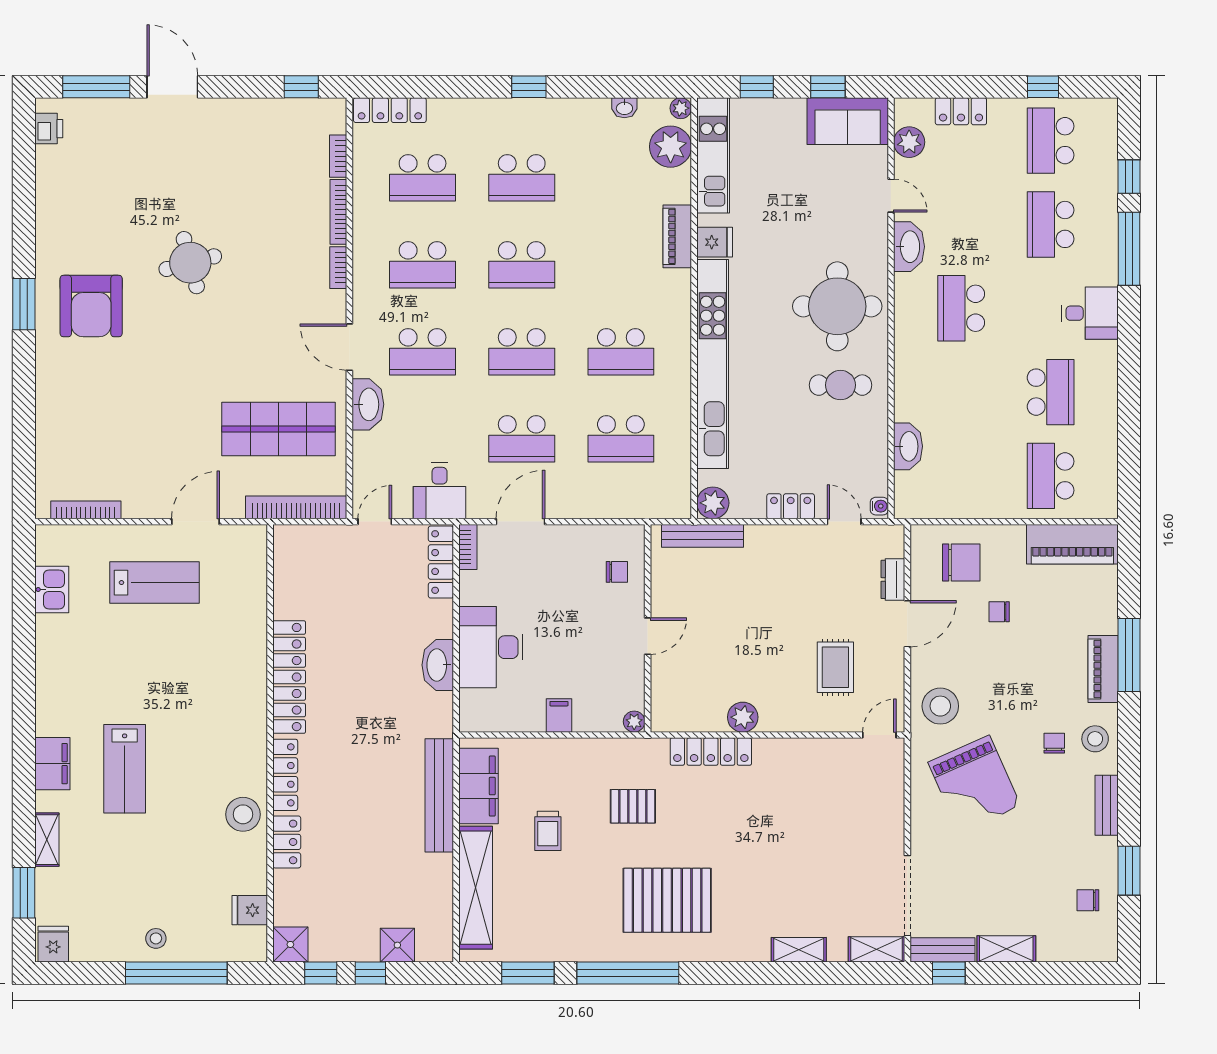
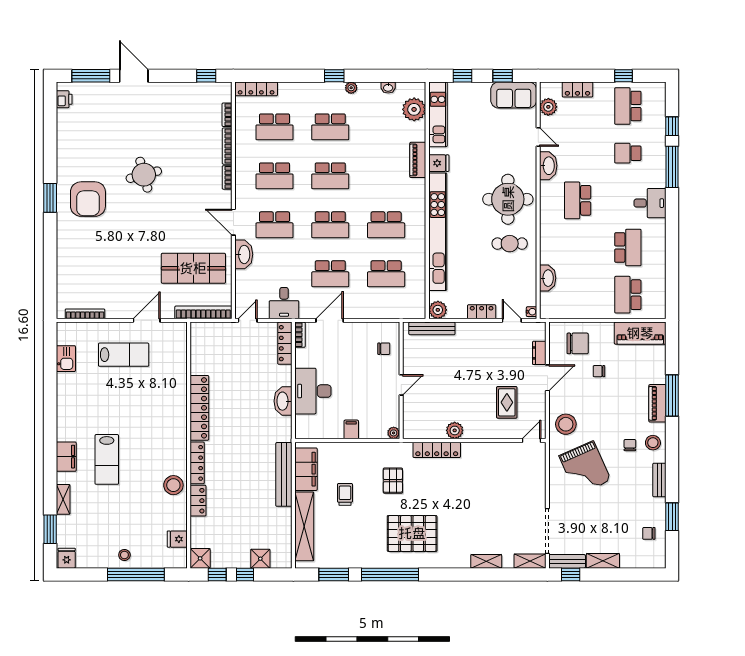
plant: (681, 108) -> (351, 88), moved
school desk: (1051, 224) -> (628, 153), width x0.54
pallet: (633, 806) -> (393, 481), turned 90
trolley: (548, 831) -> (345, 494), turned 180

